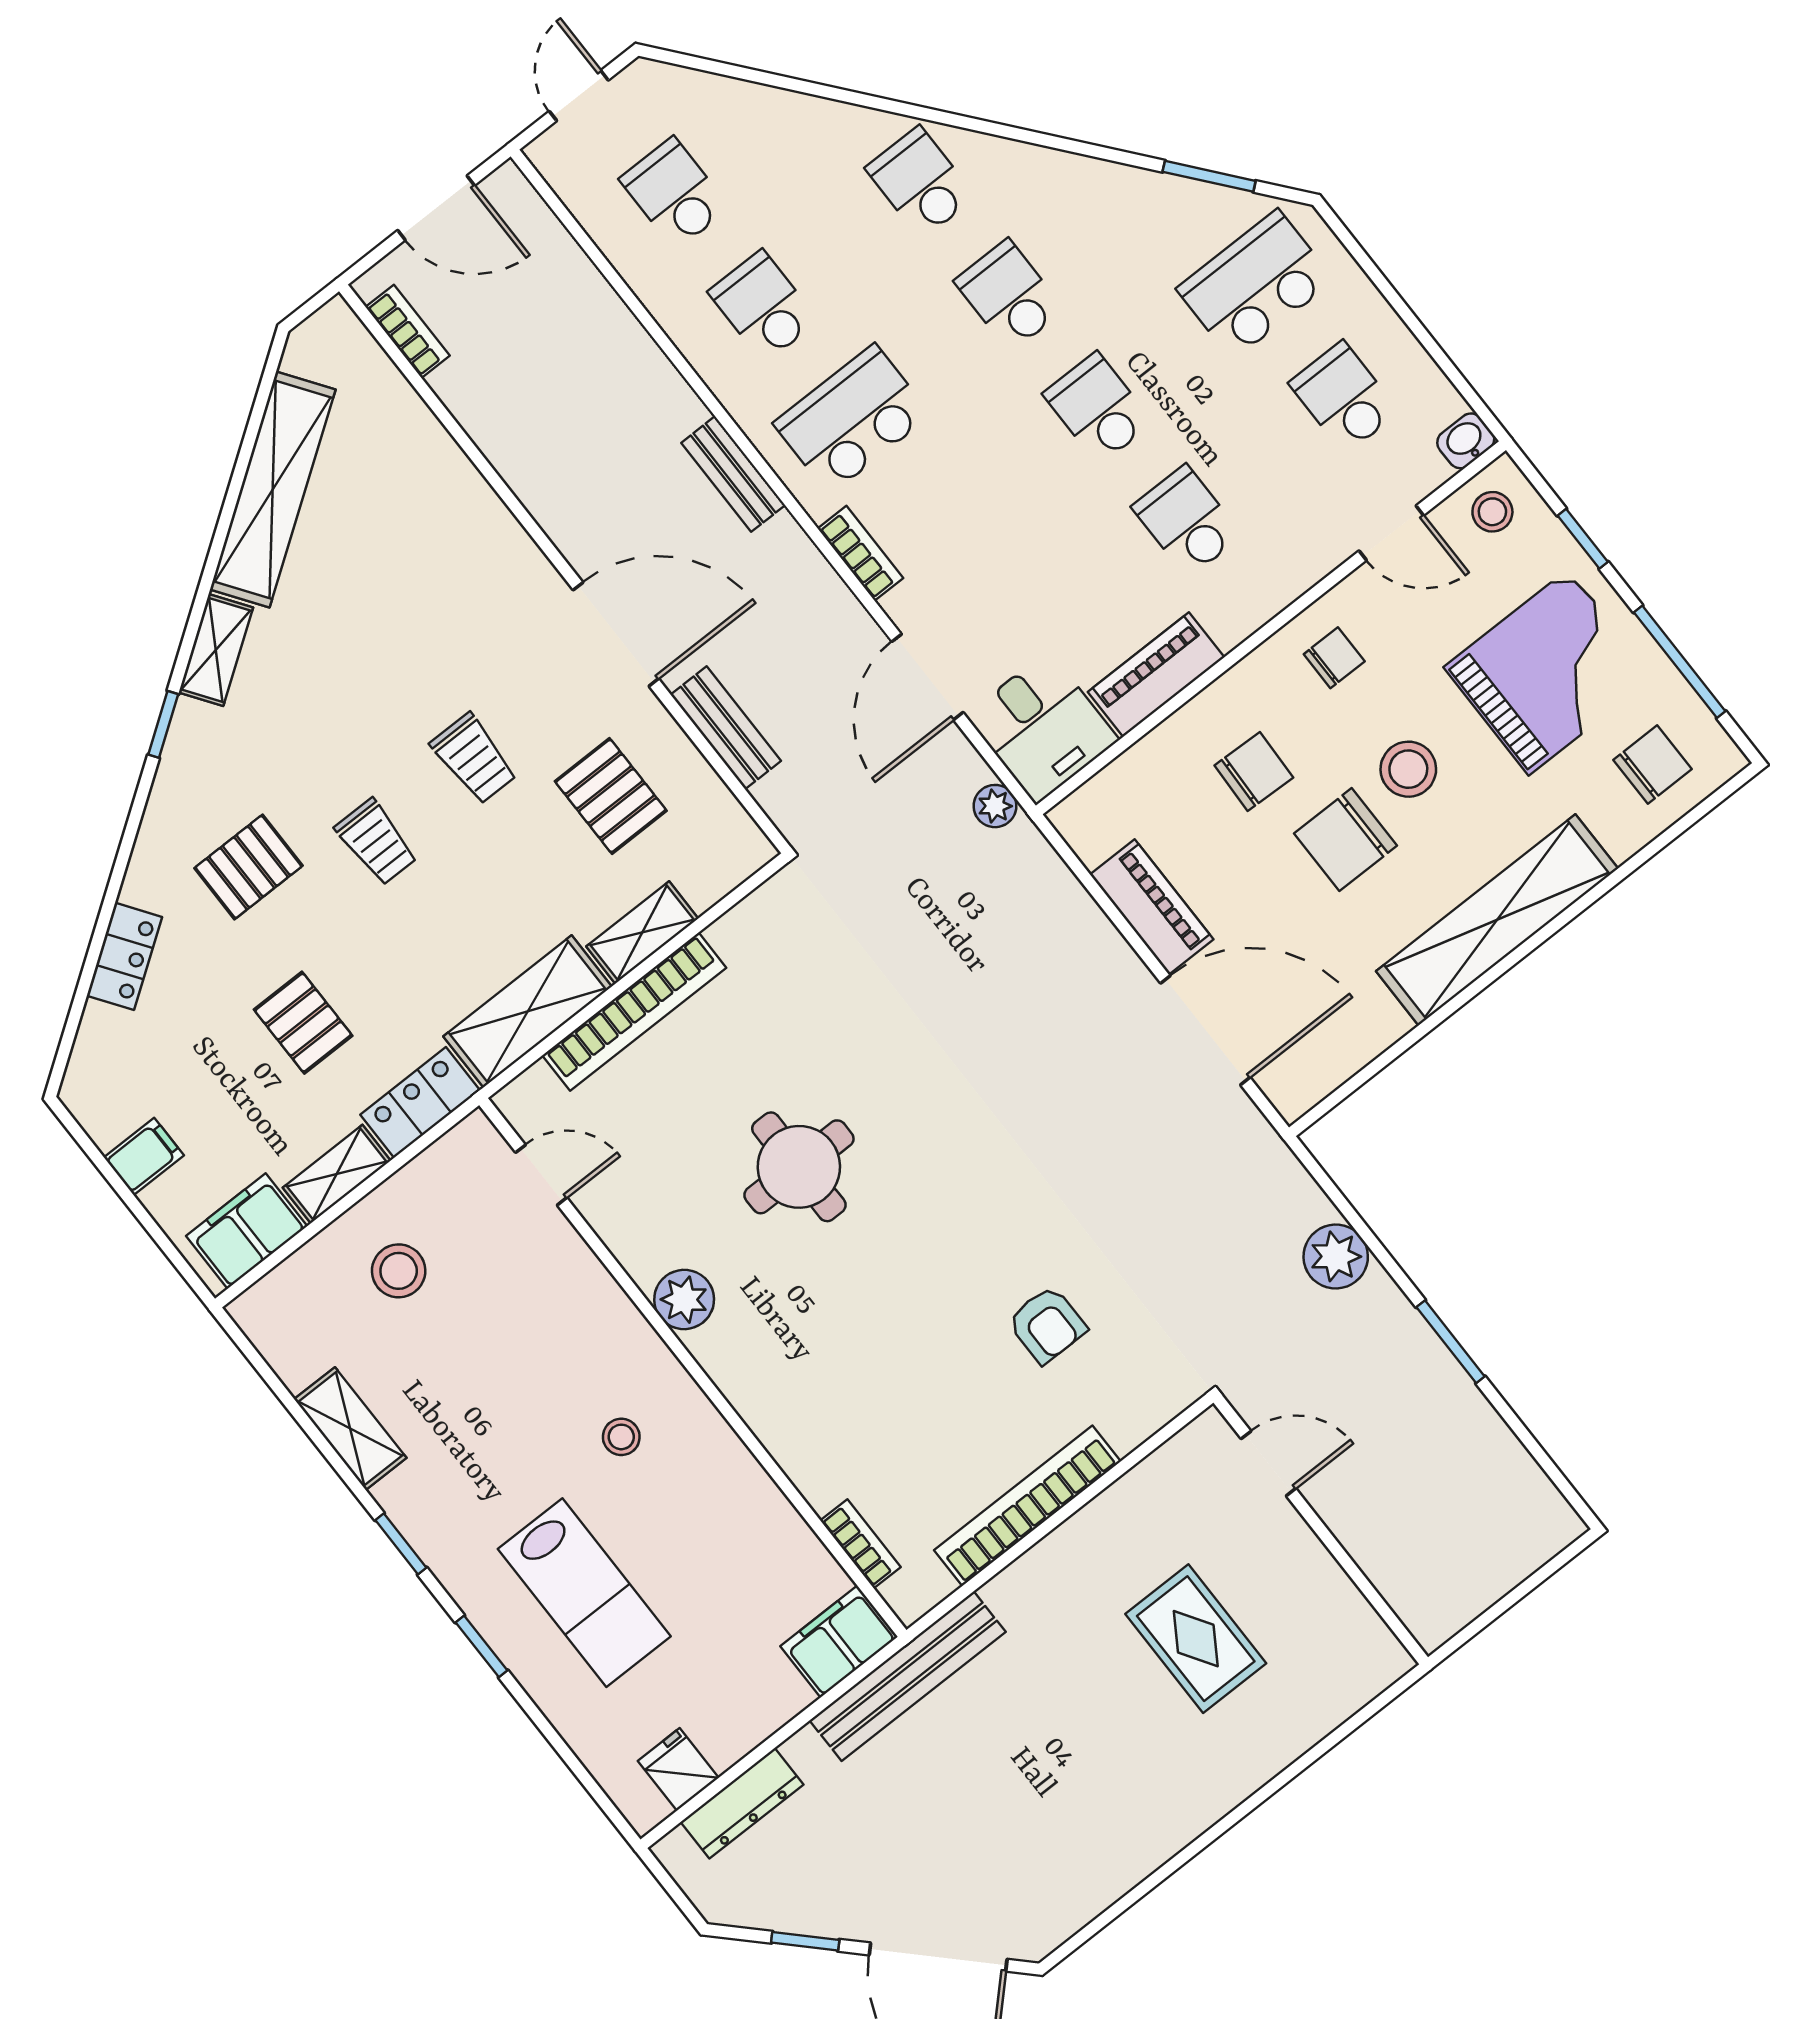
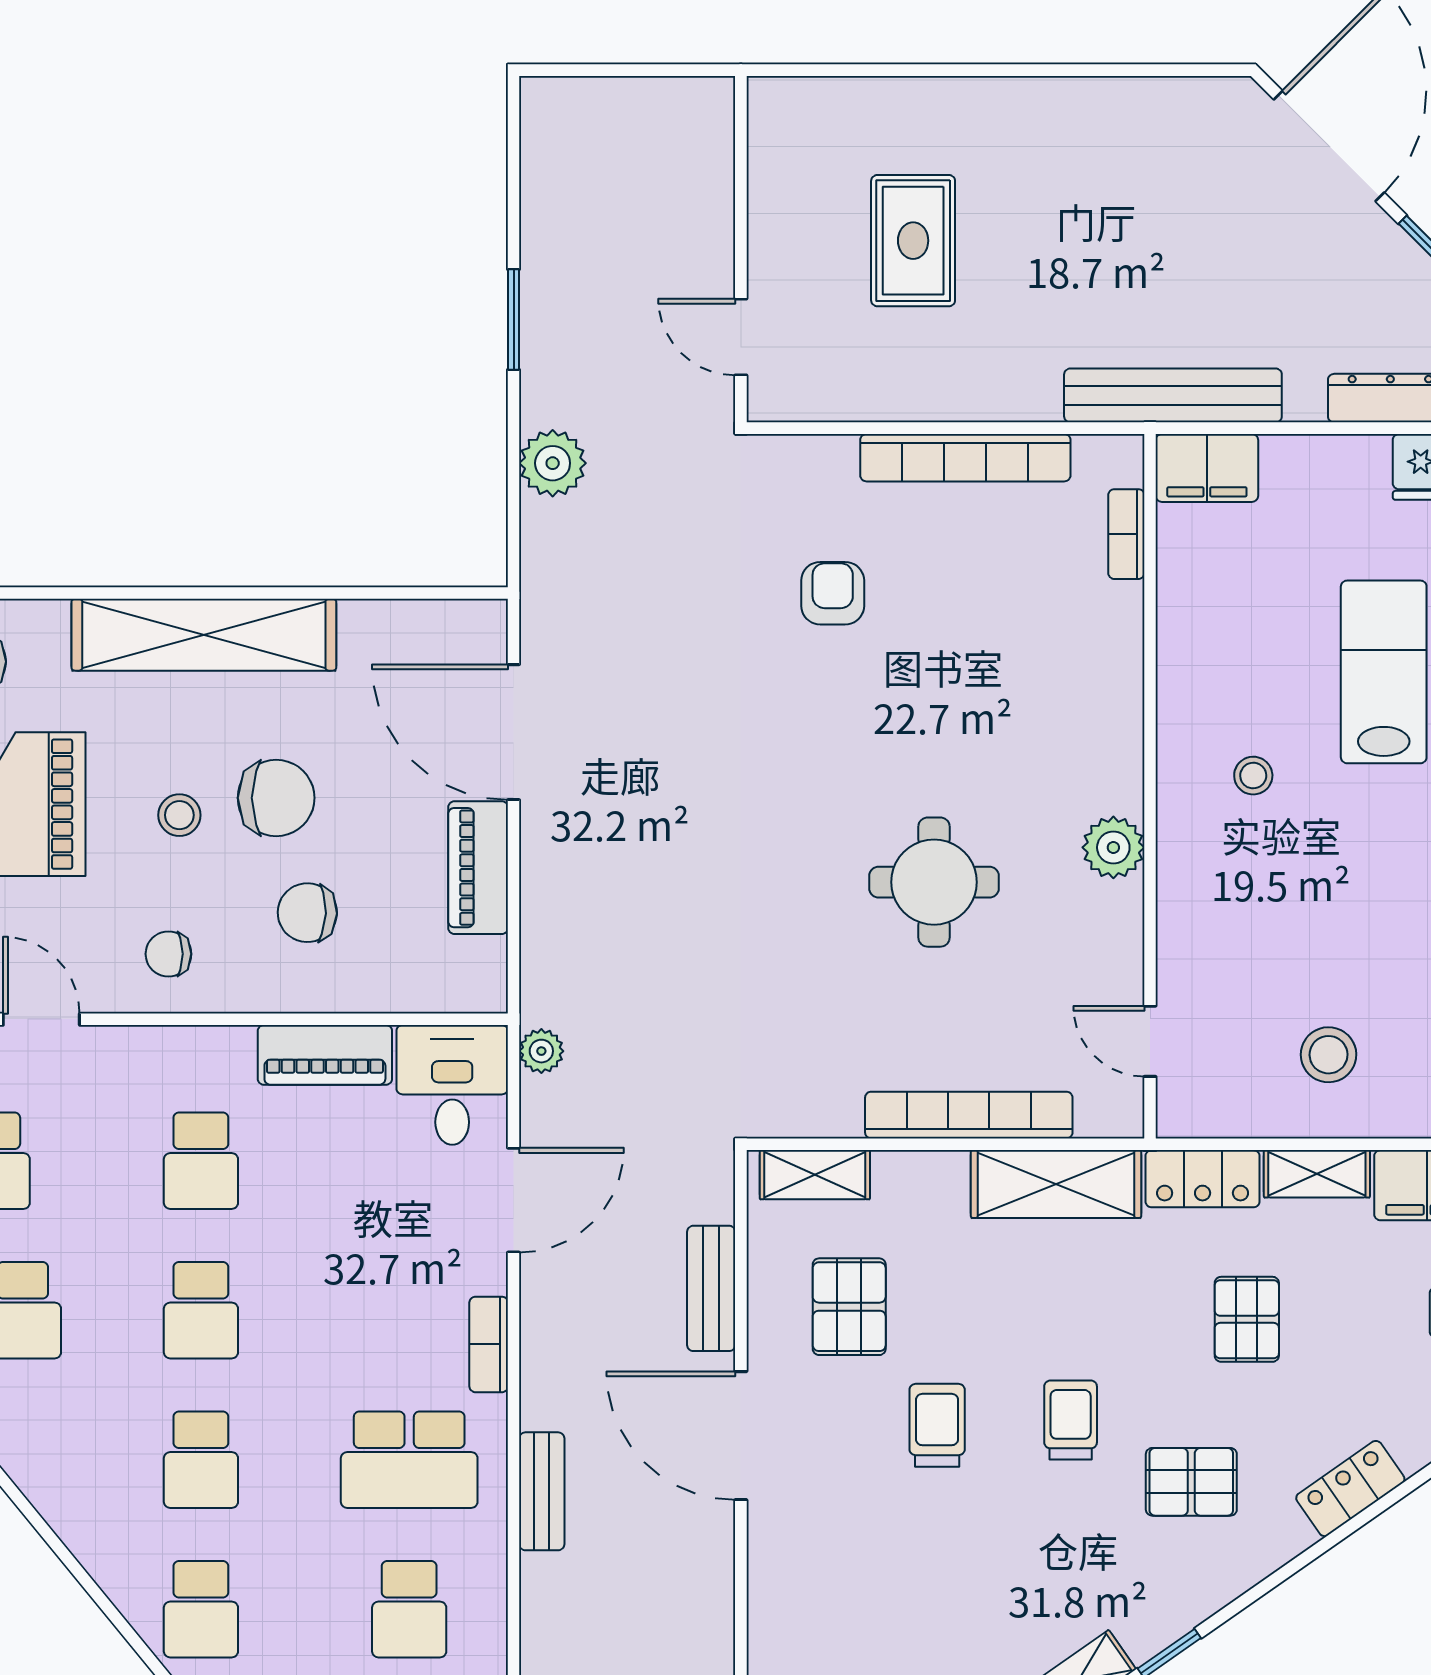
stool: (1408, 769) -> (179, 815), width x0.73, depth x0.73
shelving: (642, 933) -> (815, 1175), moved

